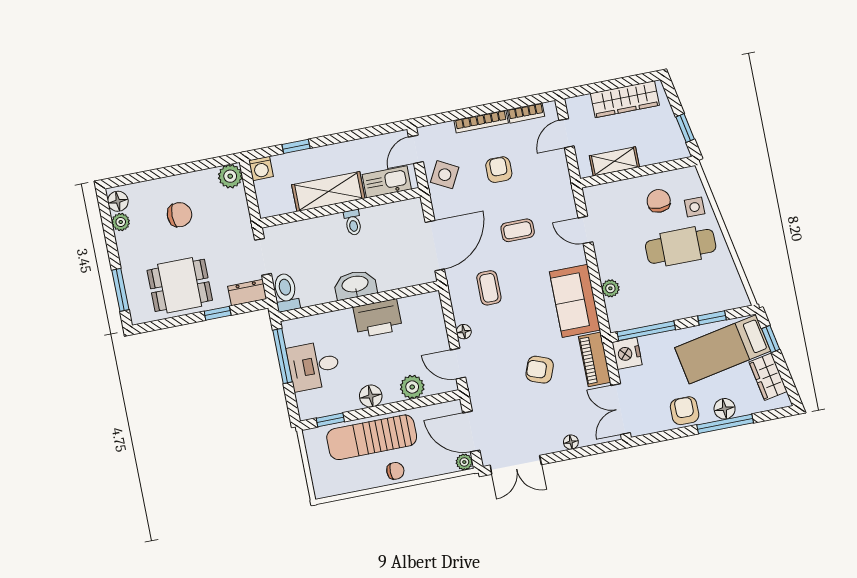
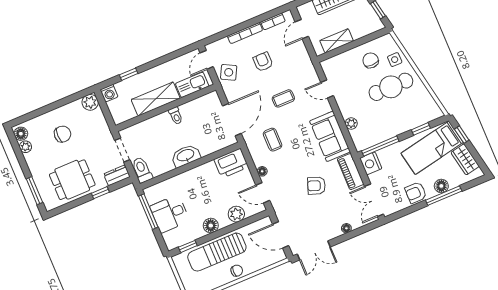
printer: (378, 318) -> (231, 163), moved
armchair: (685, 411) -> (416, 193), turned -90
plant: (464, 462) -> (280, 256), removed

